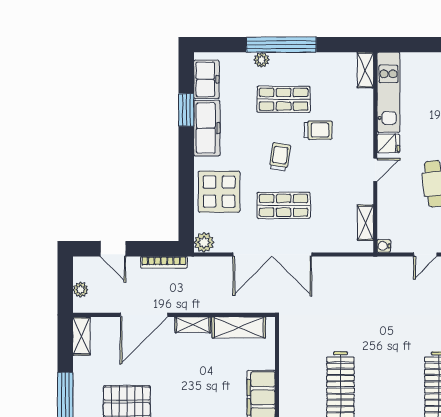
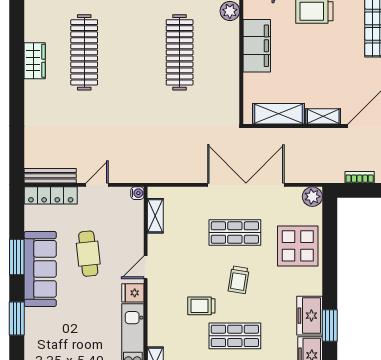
freezer: (207, 128) -> (310, 316), width x0.71
bookcase: (164, 262) -> (360, 177), width x0.64

